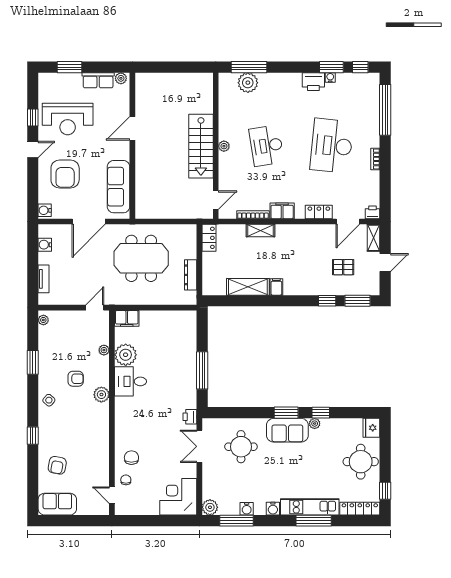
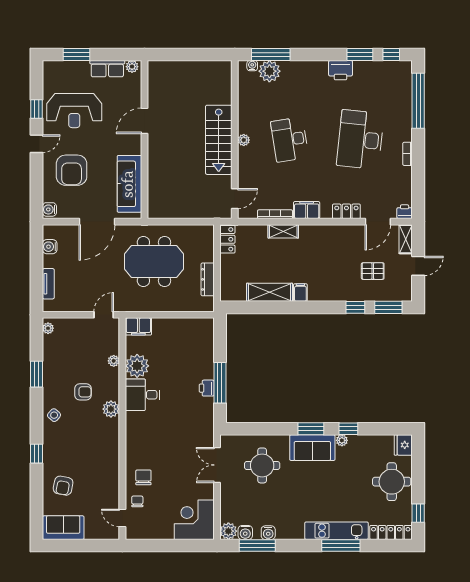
water cooler: (330, 77) -> (252, 66), moved
printer: (190, 417) -> (207, 388), moved
water cooler: (273, 509) -> (245, 532), moved

